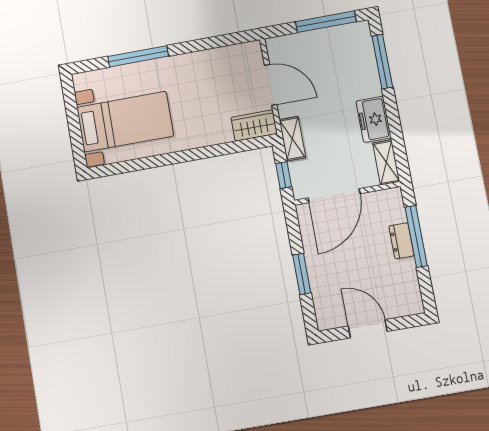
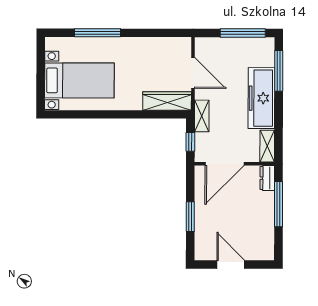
freezer: (374, 119) -> (261, 98), width x1.91, depth x1.26
wardrobe: (254, 125) -> (167, 101), width x1.50
dresser: (401, 241) -> (267, 178), moved

